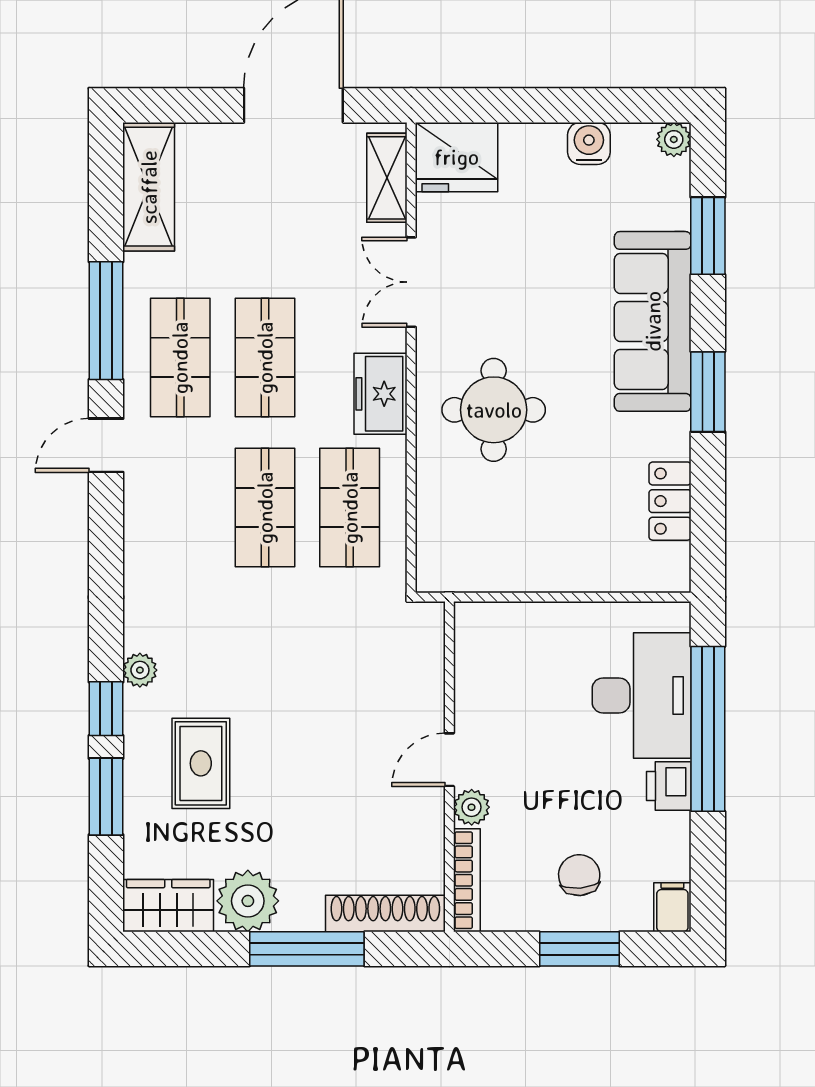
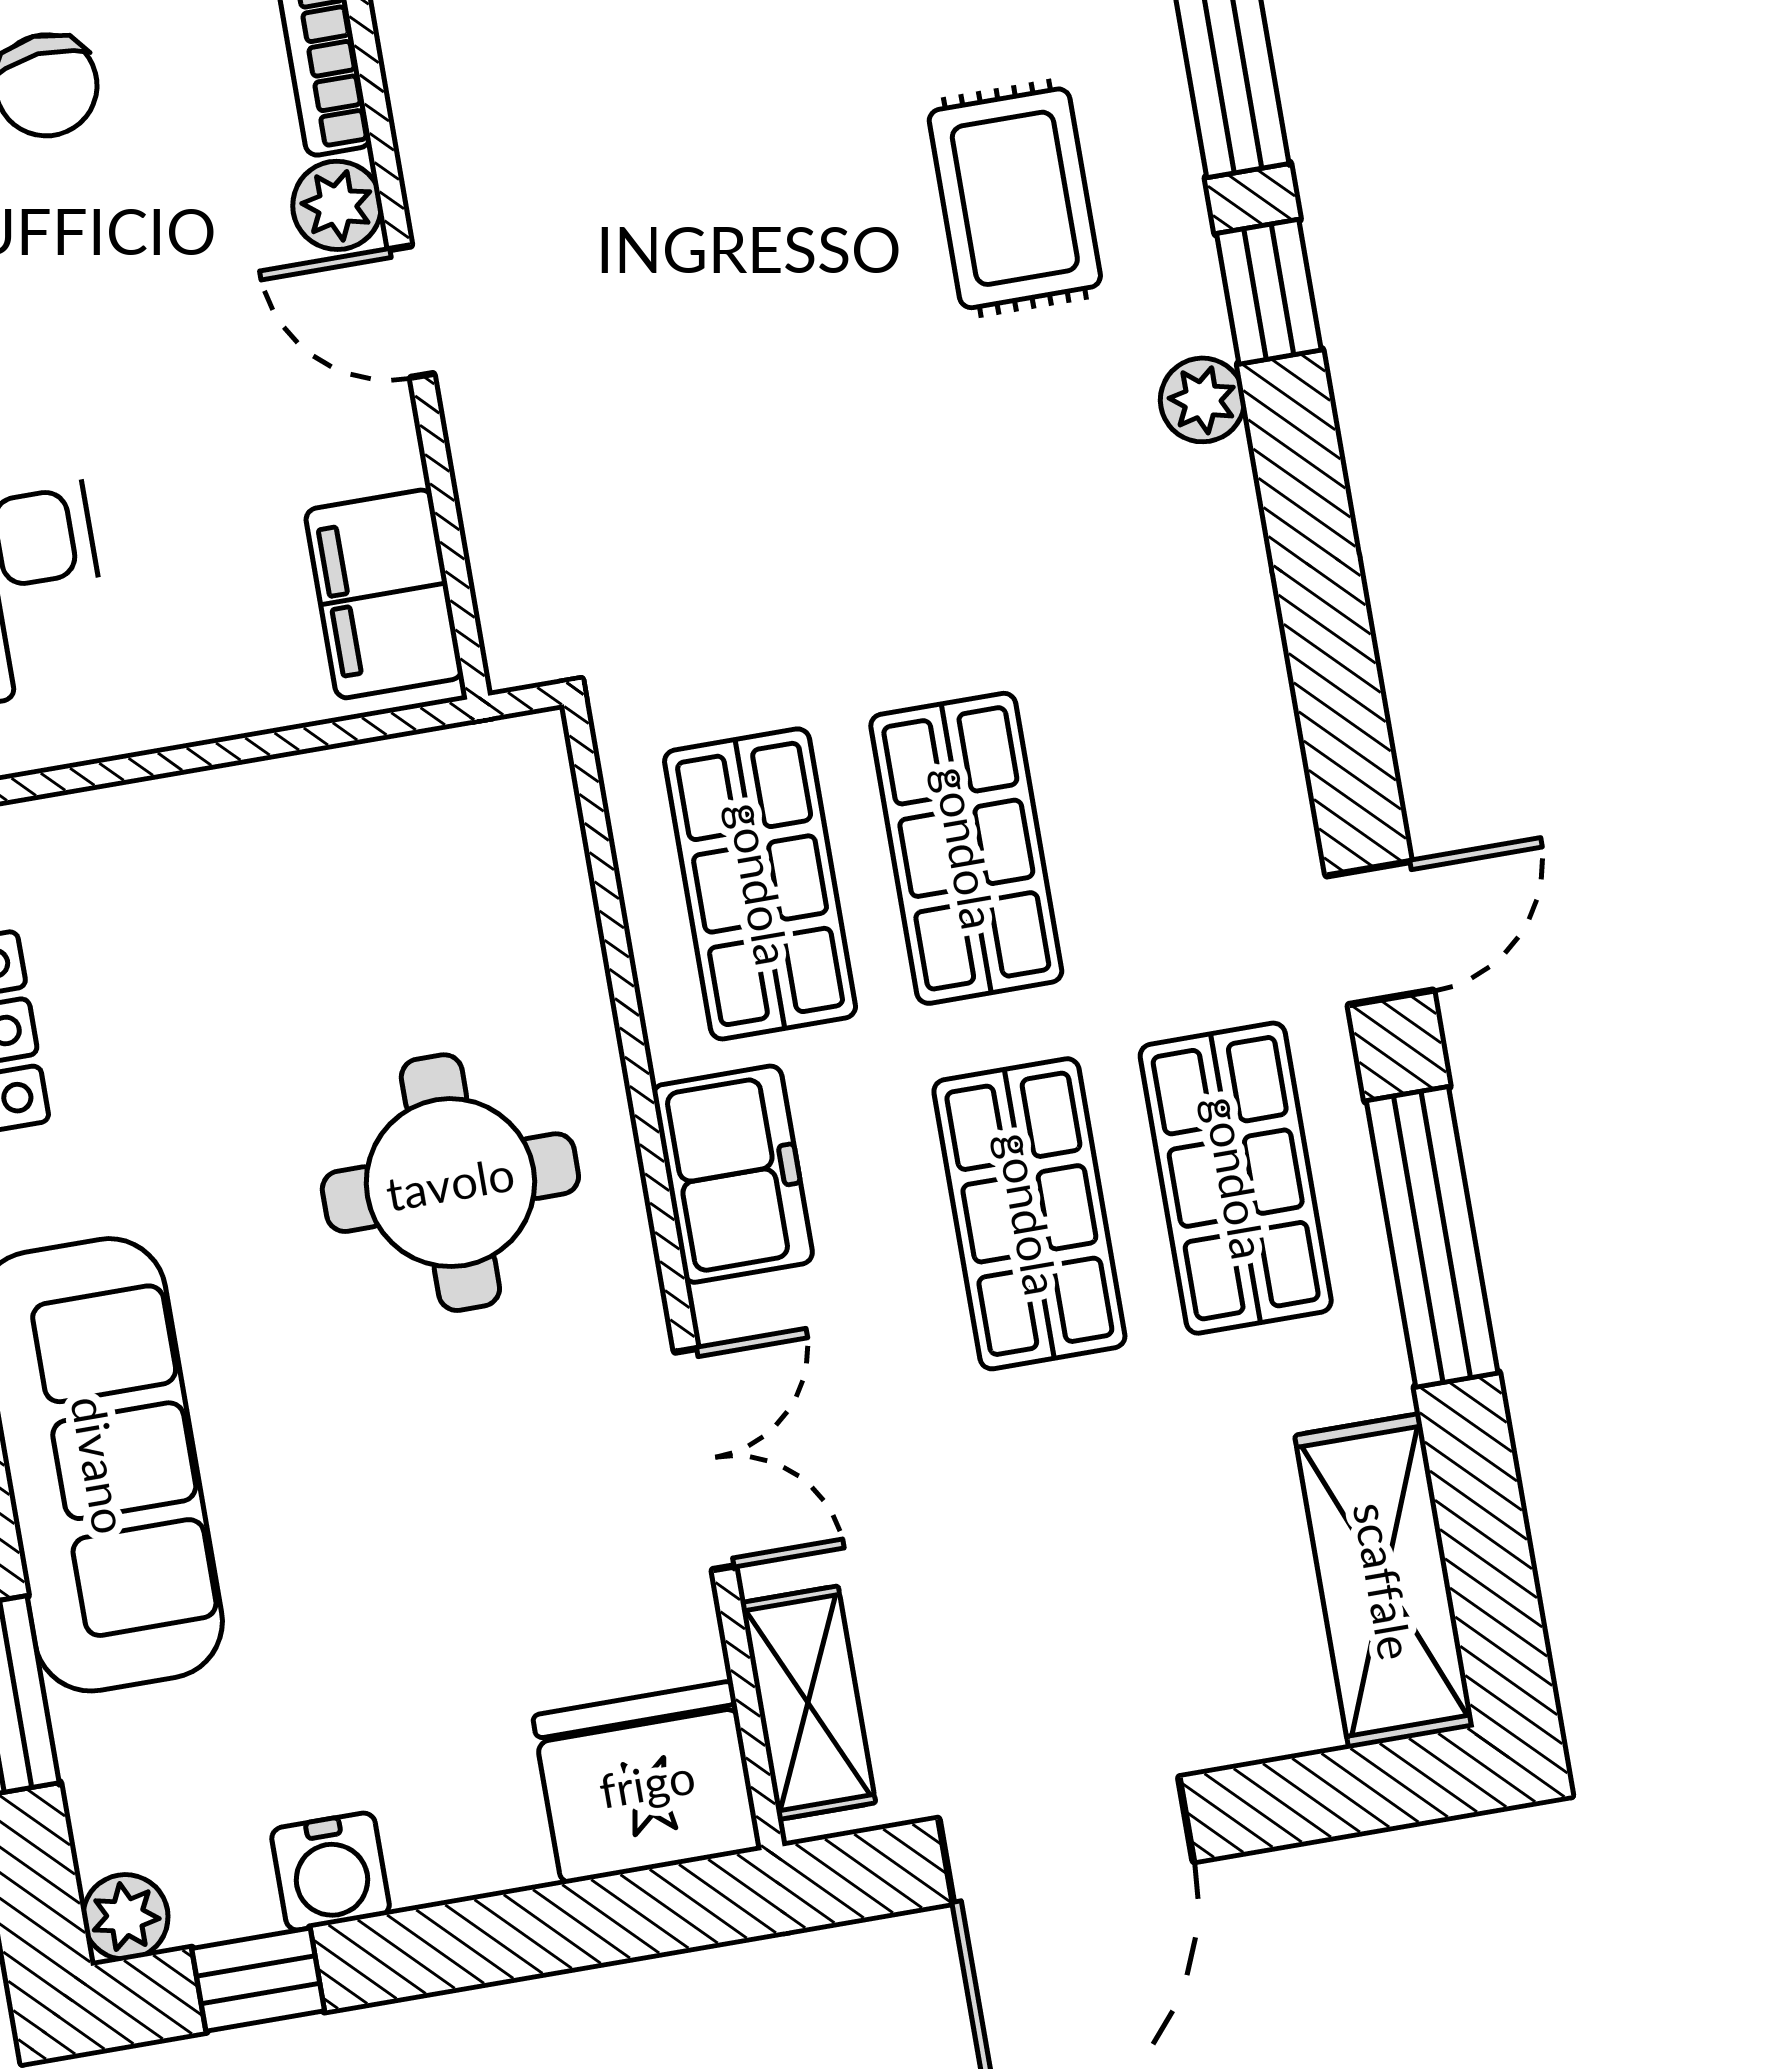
window: (625, 105) -> (258, 1980), added
filing cabinet: (480, 649) -> (384, 594), added
door: (449, 760) -> (411, 312), swing flipped

